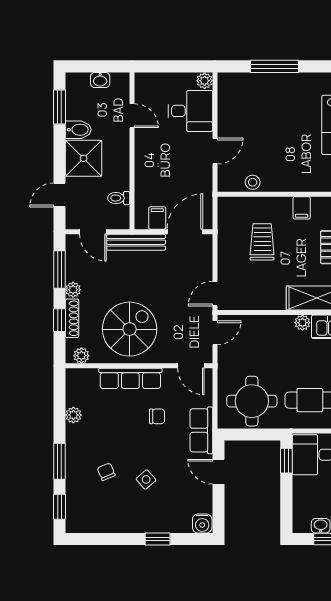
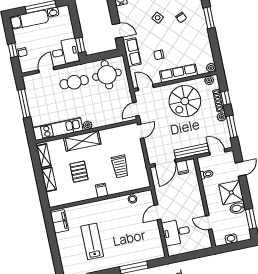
plant: (205, 81) -> (172, 251), removed
plant: (73, 415) -> (211, 68), moved

